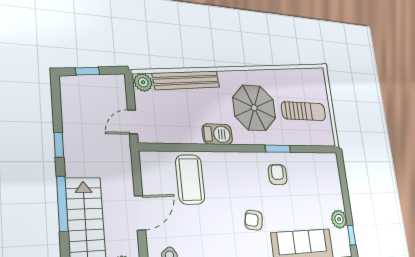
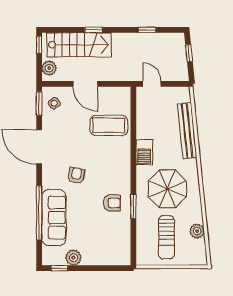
plant: (143, 82) -> (197, 231), moved
window: (59, 145) -> (147, 30), moved
window: (62, 204) -> (94, 30), width x0.46

